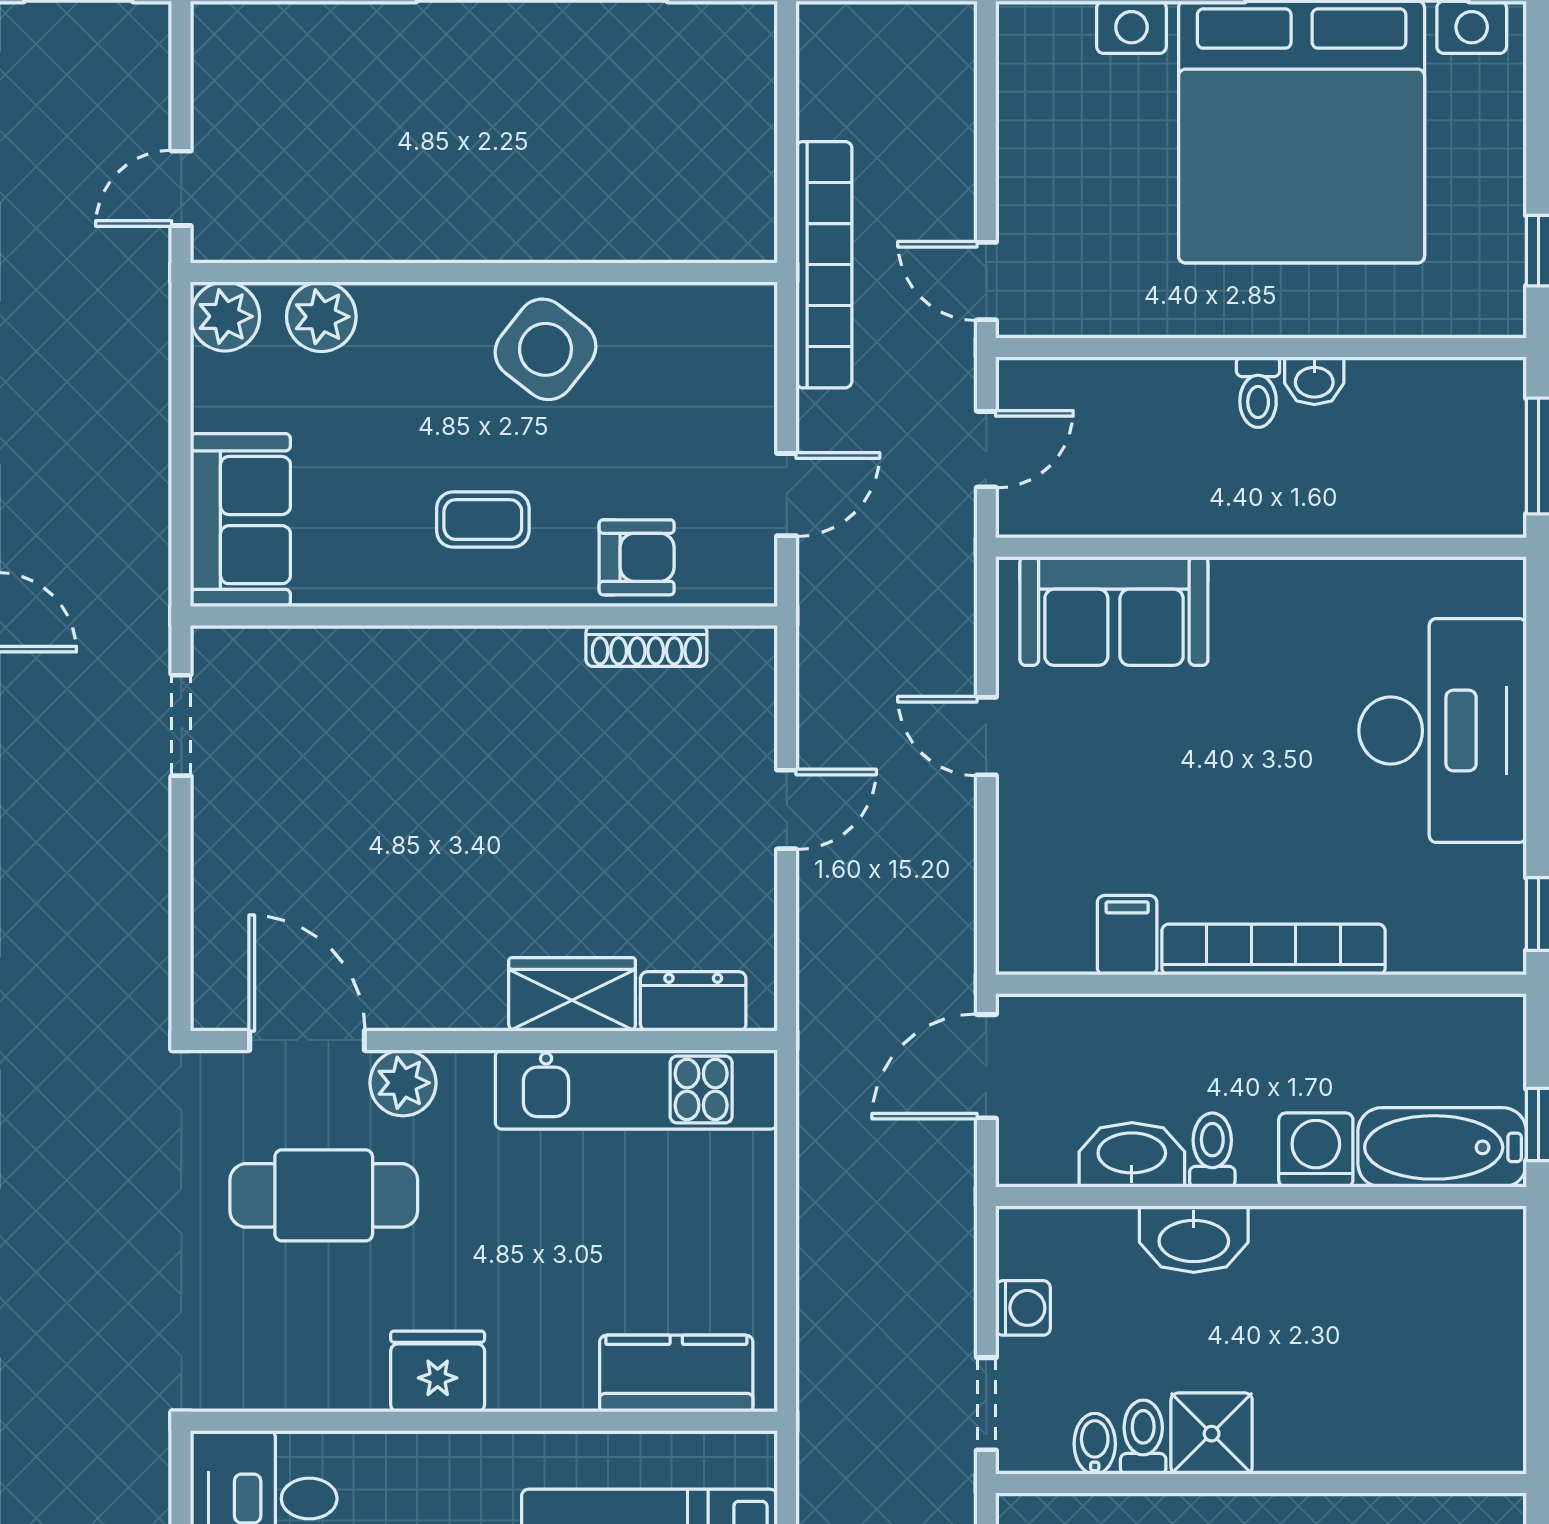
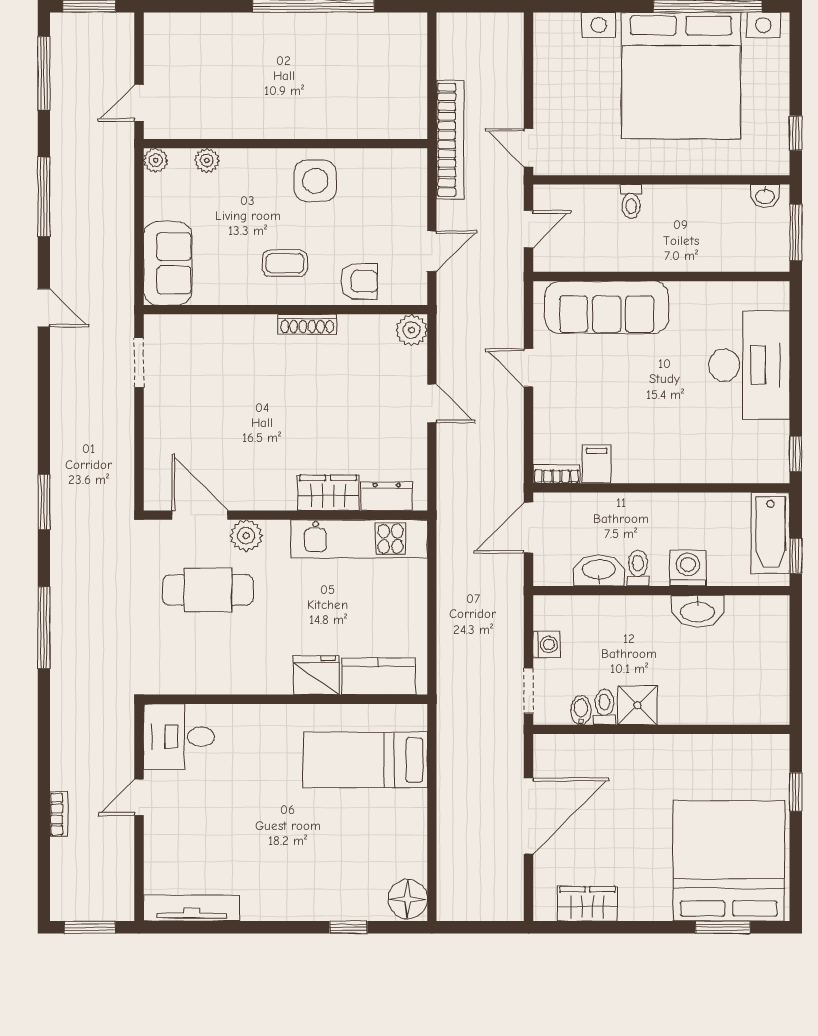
plant: (225, 316) -> (156, 160), width x0.73, depth x0.73
plant: (321, 317) -> (207, 160), width x0.73, depth x0.73
side table: (545, 349) -> (315, 181), turned -38
washbasin: (1314, 381) -> (765, 196), moved
toilet: (1258, 392) -> (631, 201), moved
sofa: (1114, 611) -> (607, 307), width x1.36
shoe rack: (646, 646) -> (307, 324), moved
plant: (745, 658) -> (412, 330), added
door: (787, 809) -> (432, 403), hinge flipped
bookcase: (1274, 949) -> (556, 474), moved, width x0.43, depth x0.76
bathtub: (1442, 1147) -> (771, 533), moved, turned -90
washbasin: (1194, 1239) -> (697, 611), moved
fridge: (438, 1371) -> (316, 675), moved

